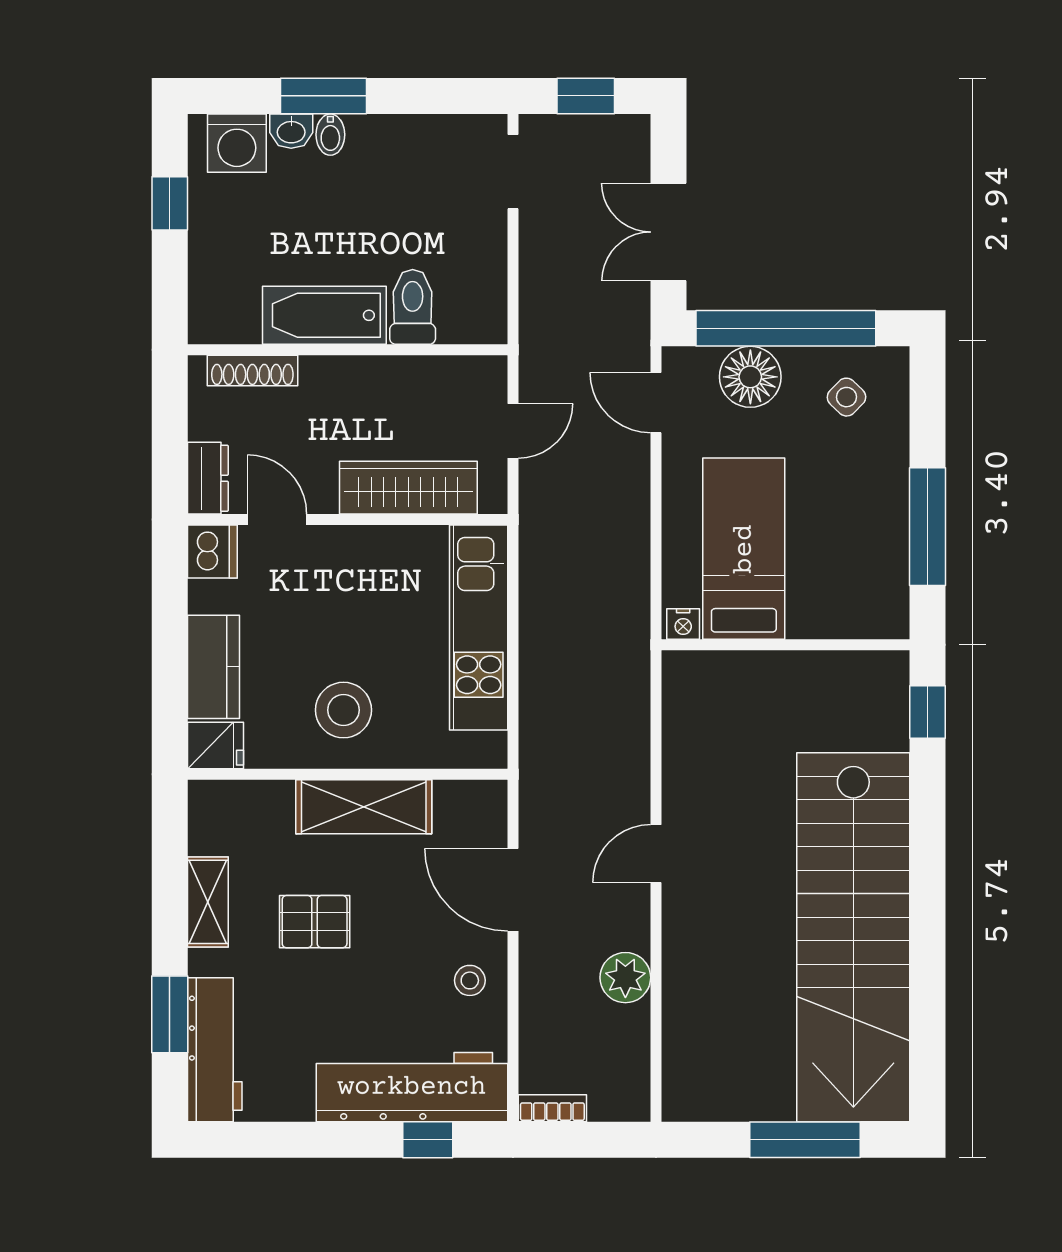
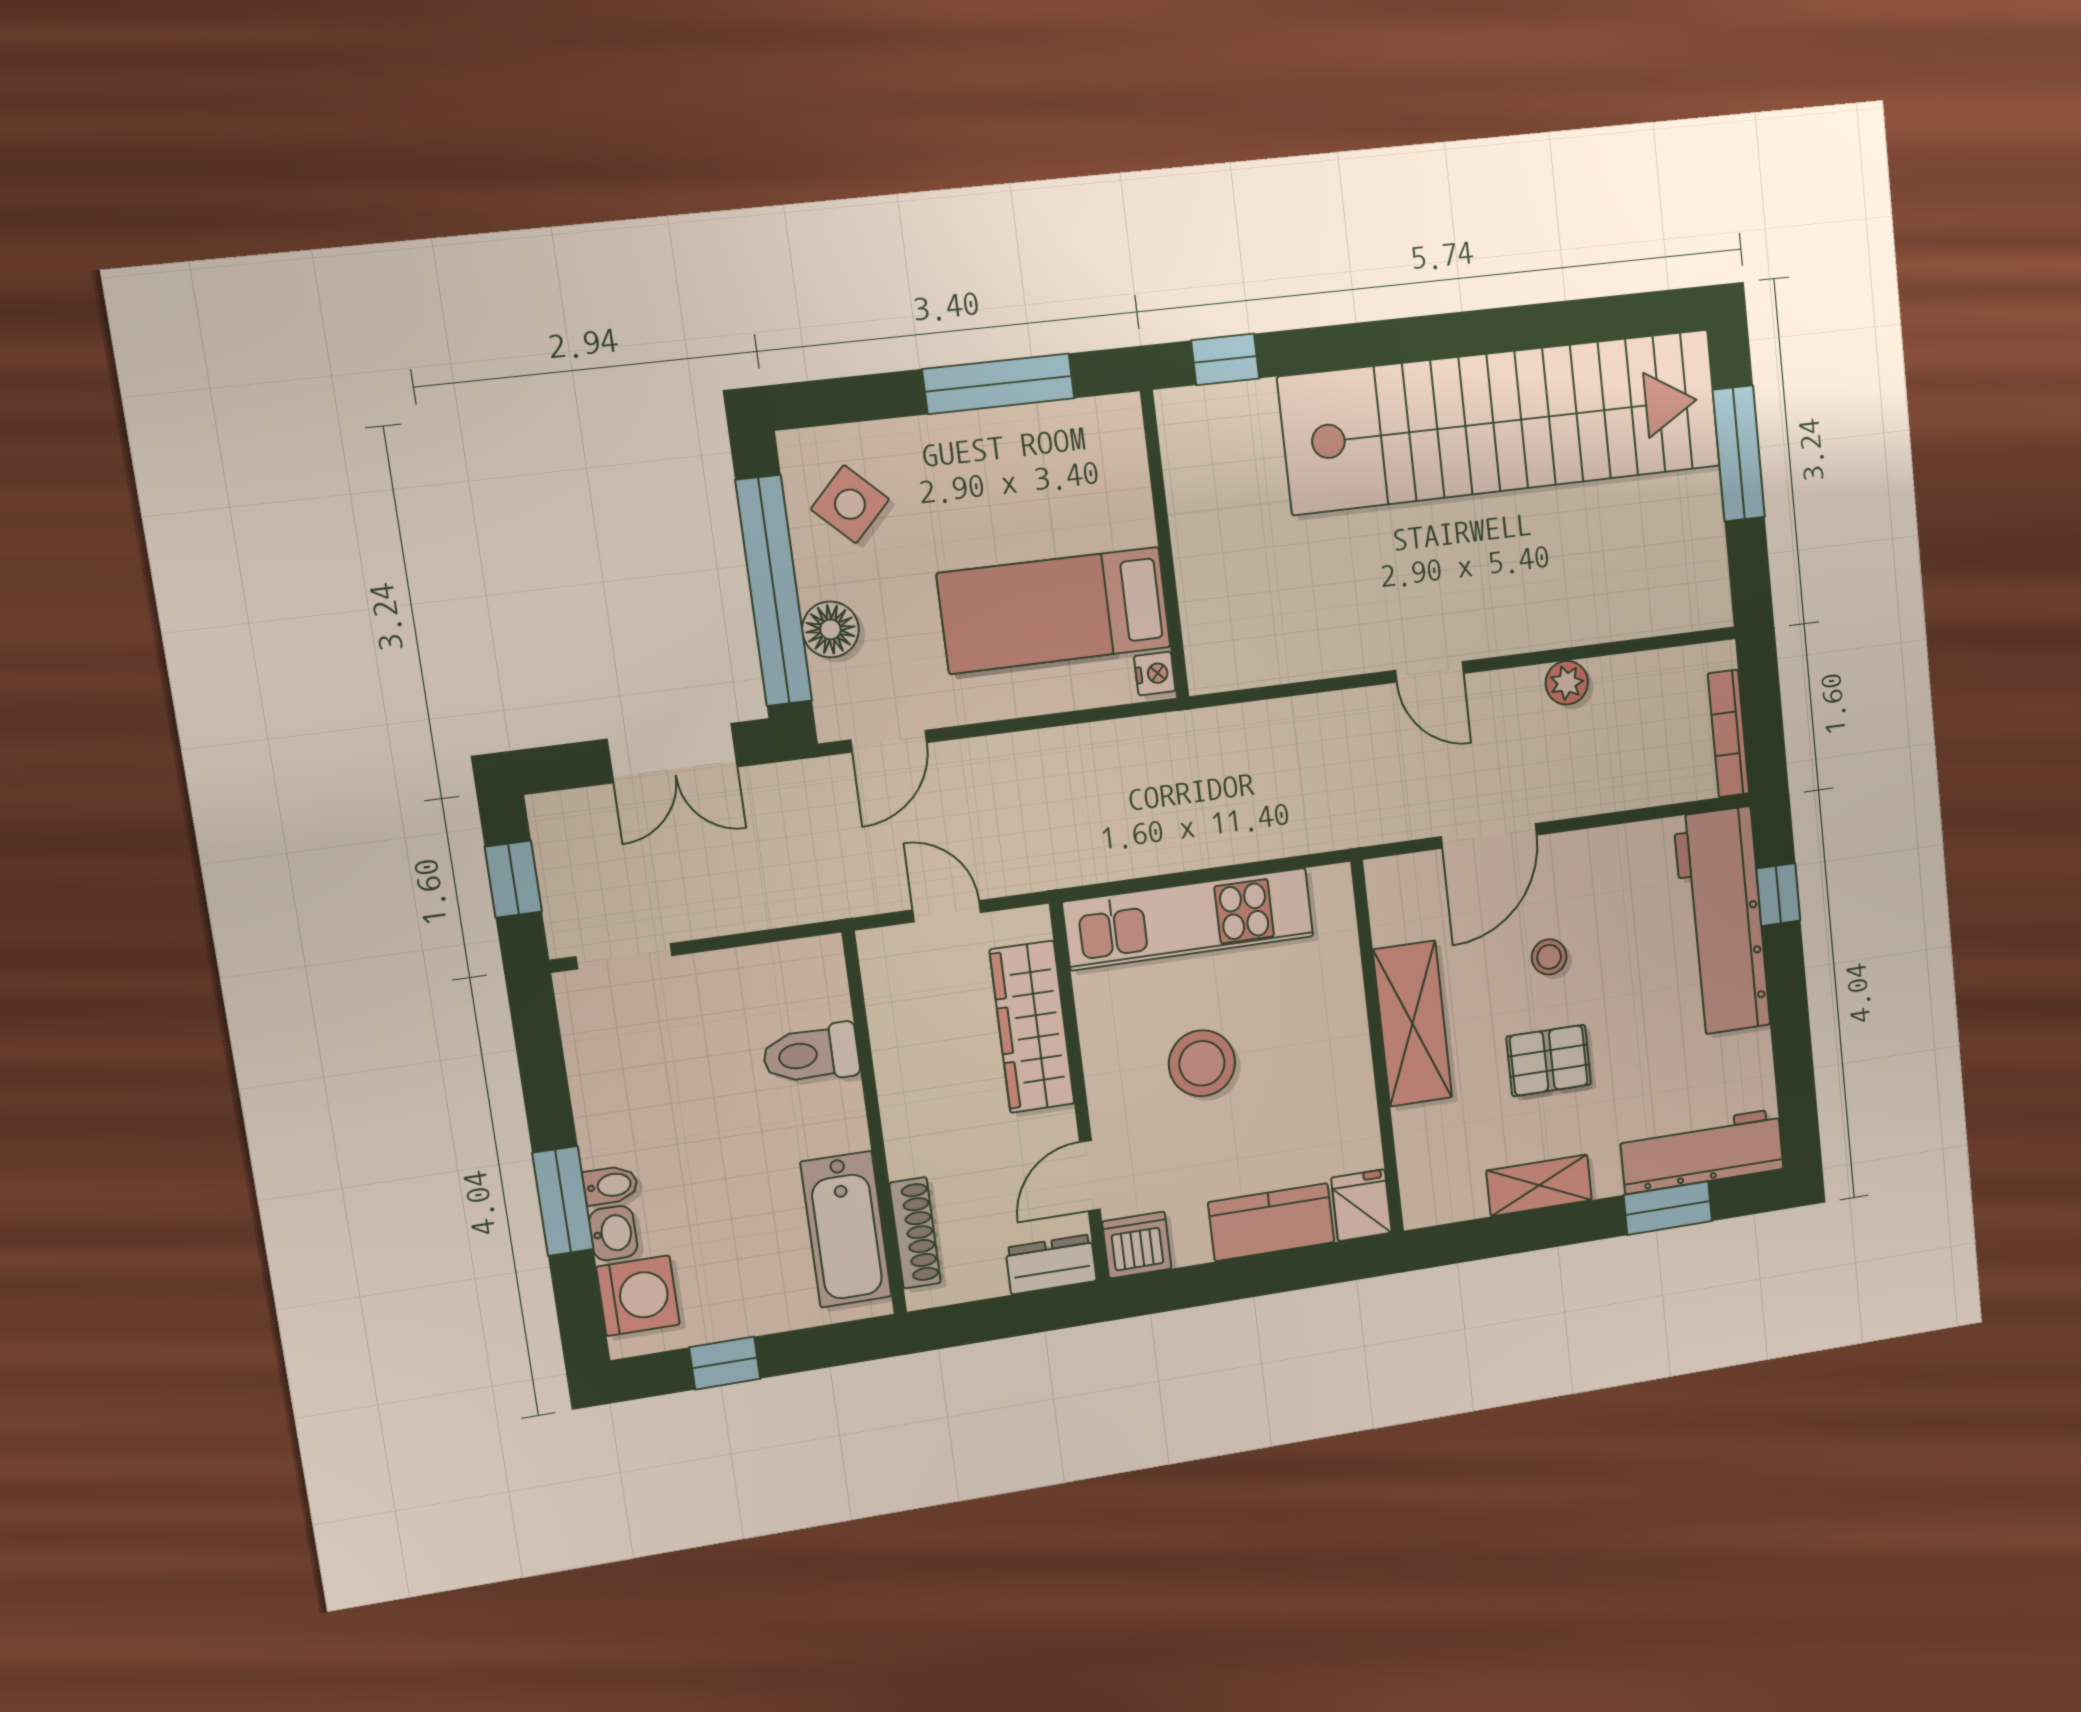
bathtub: (324, 315) -> (846, 1229), moved
floor lamp: (750, 377) -> (830, 629), width x0.73, depth x0.73
side table: (846, 397) -> (850, 504), width x1.37, depth x1.37
stool: (343, 710) -> (1202, 1063), moved
pallet: (315, 922) -> (1549, 1061), turned 90
plant: (625, 978) -> (1567, 683), width x0.73, depth x0.73
stool: (470, 980) -> (1549, 957), moved
bookcase: (552, 1108) -> (1728, 734), width x1.56

